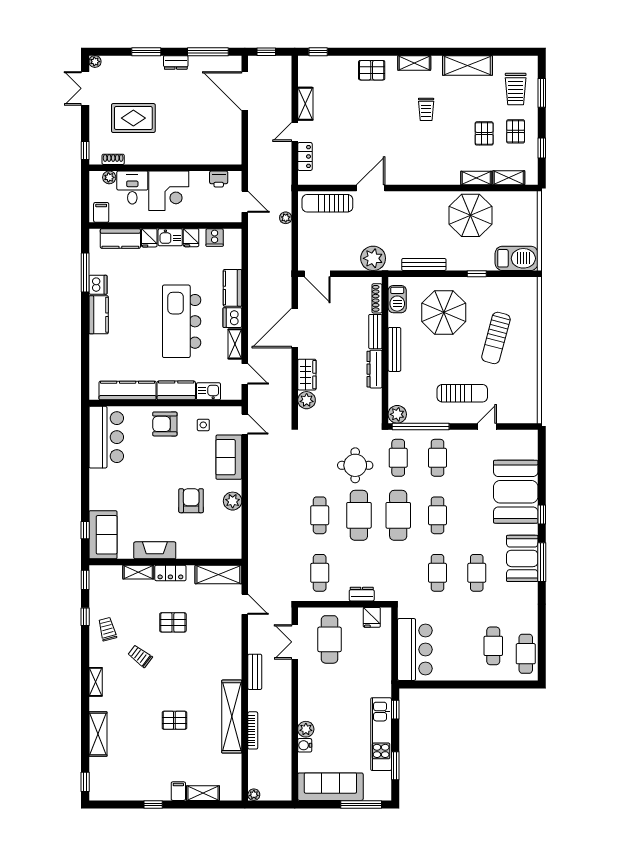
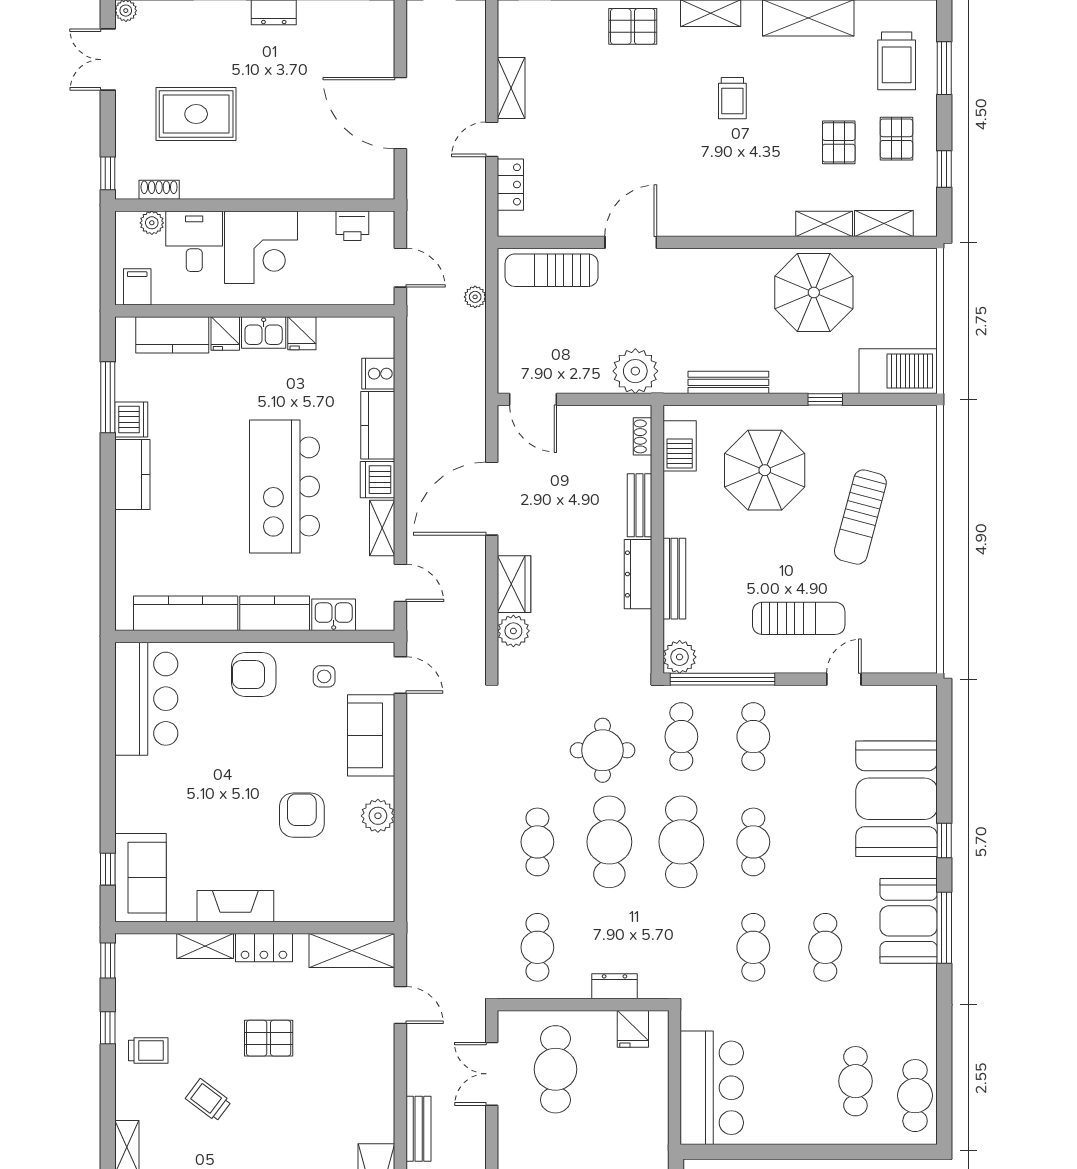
door: (245, 91) -> (400, 113), moved
cooker: (215, 237) -> (378, 374), moved, turned 90
shoe rack: (377, 298) -> (643, 436), width x0.70
bench: (394, 349) -> (674, 579), moved
trolley: (107, 629) -> (148, 1050), turned 105

